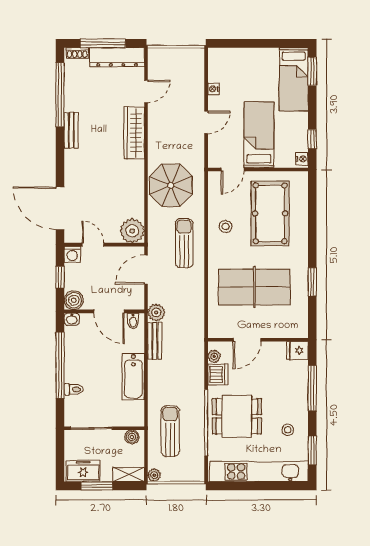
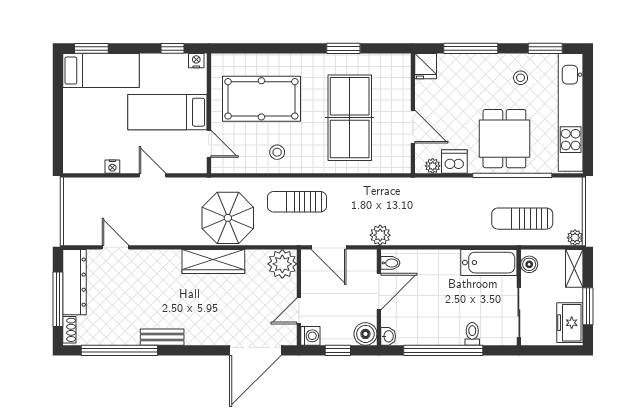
wardrobe: (134, 133) -> (213, 261), moved
bench: (155, 341) -> (414, 237), removed
bathtub: (133, 376) -> (489, 263), moved

